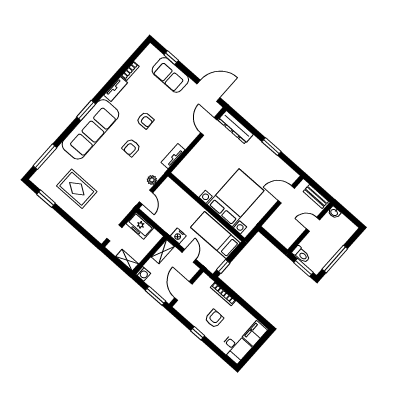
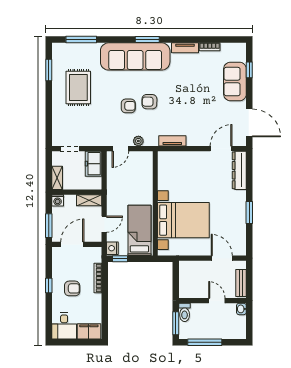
armchair: (145, 120) -> (128, 106), moved, turned -88
nightstand: (178, 236) -> (112, 248), moved

